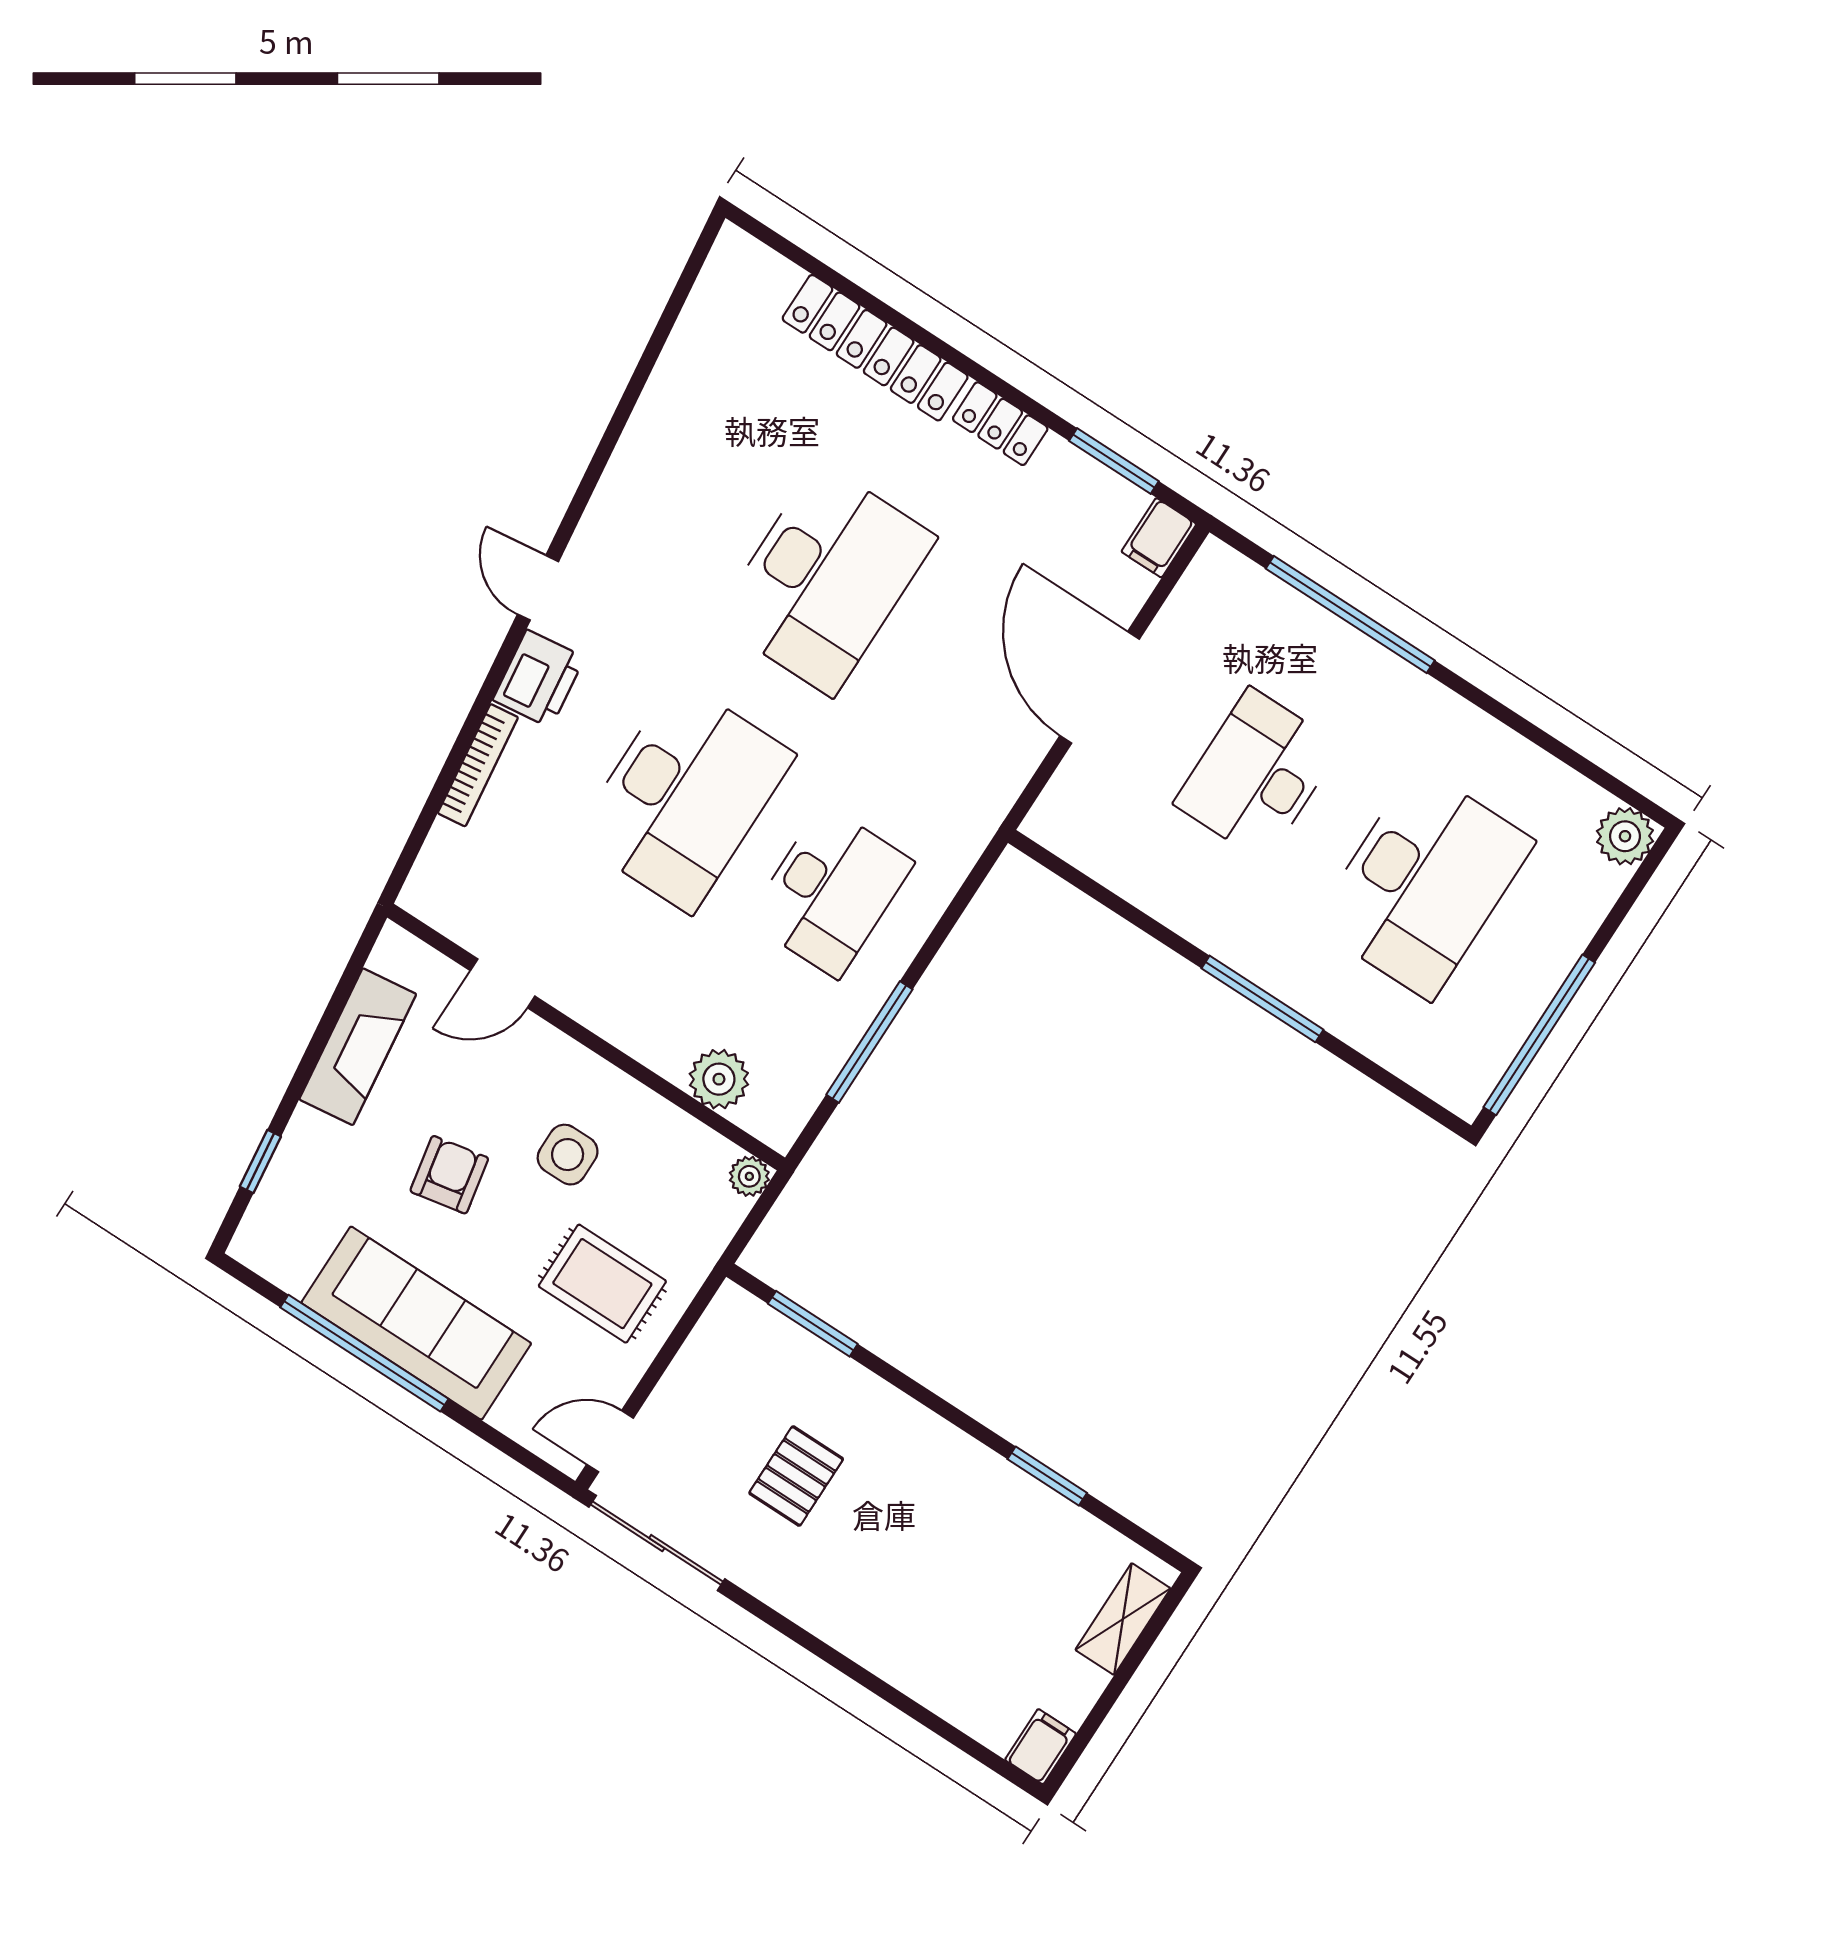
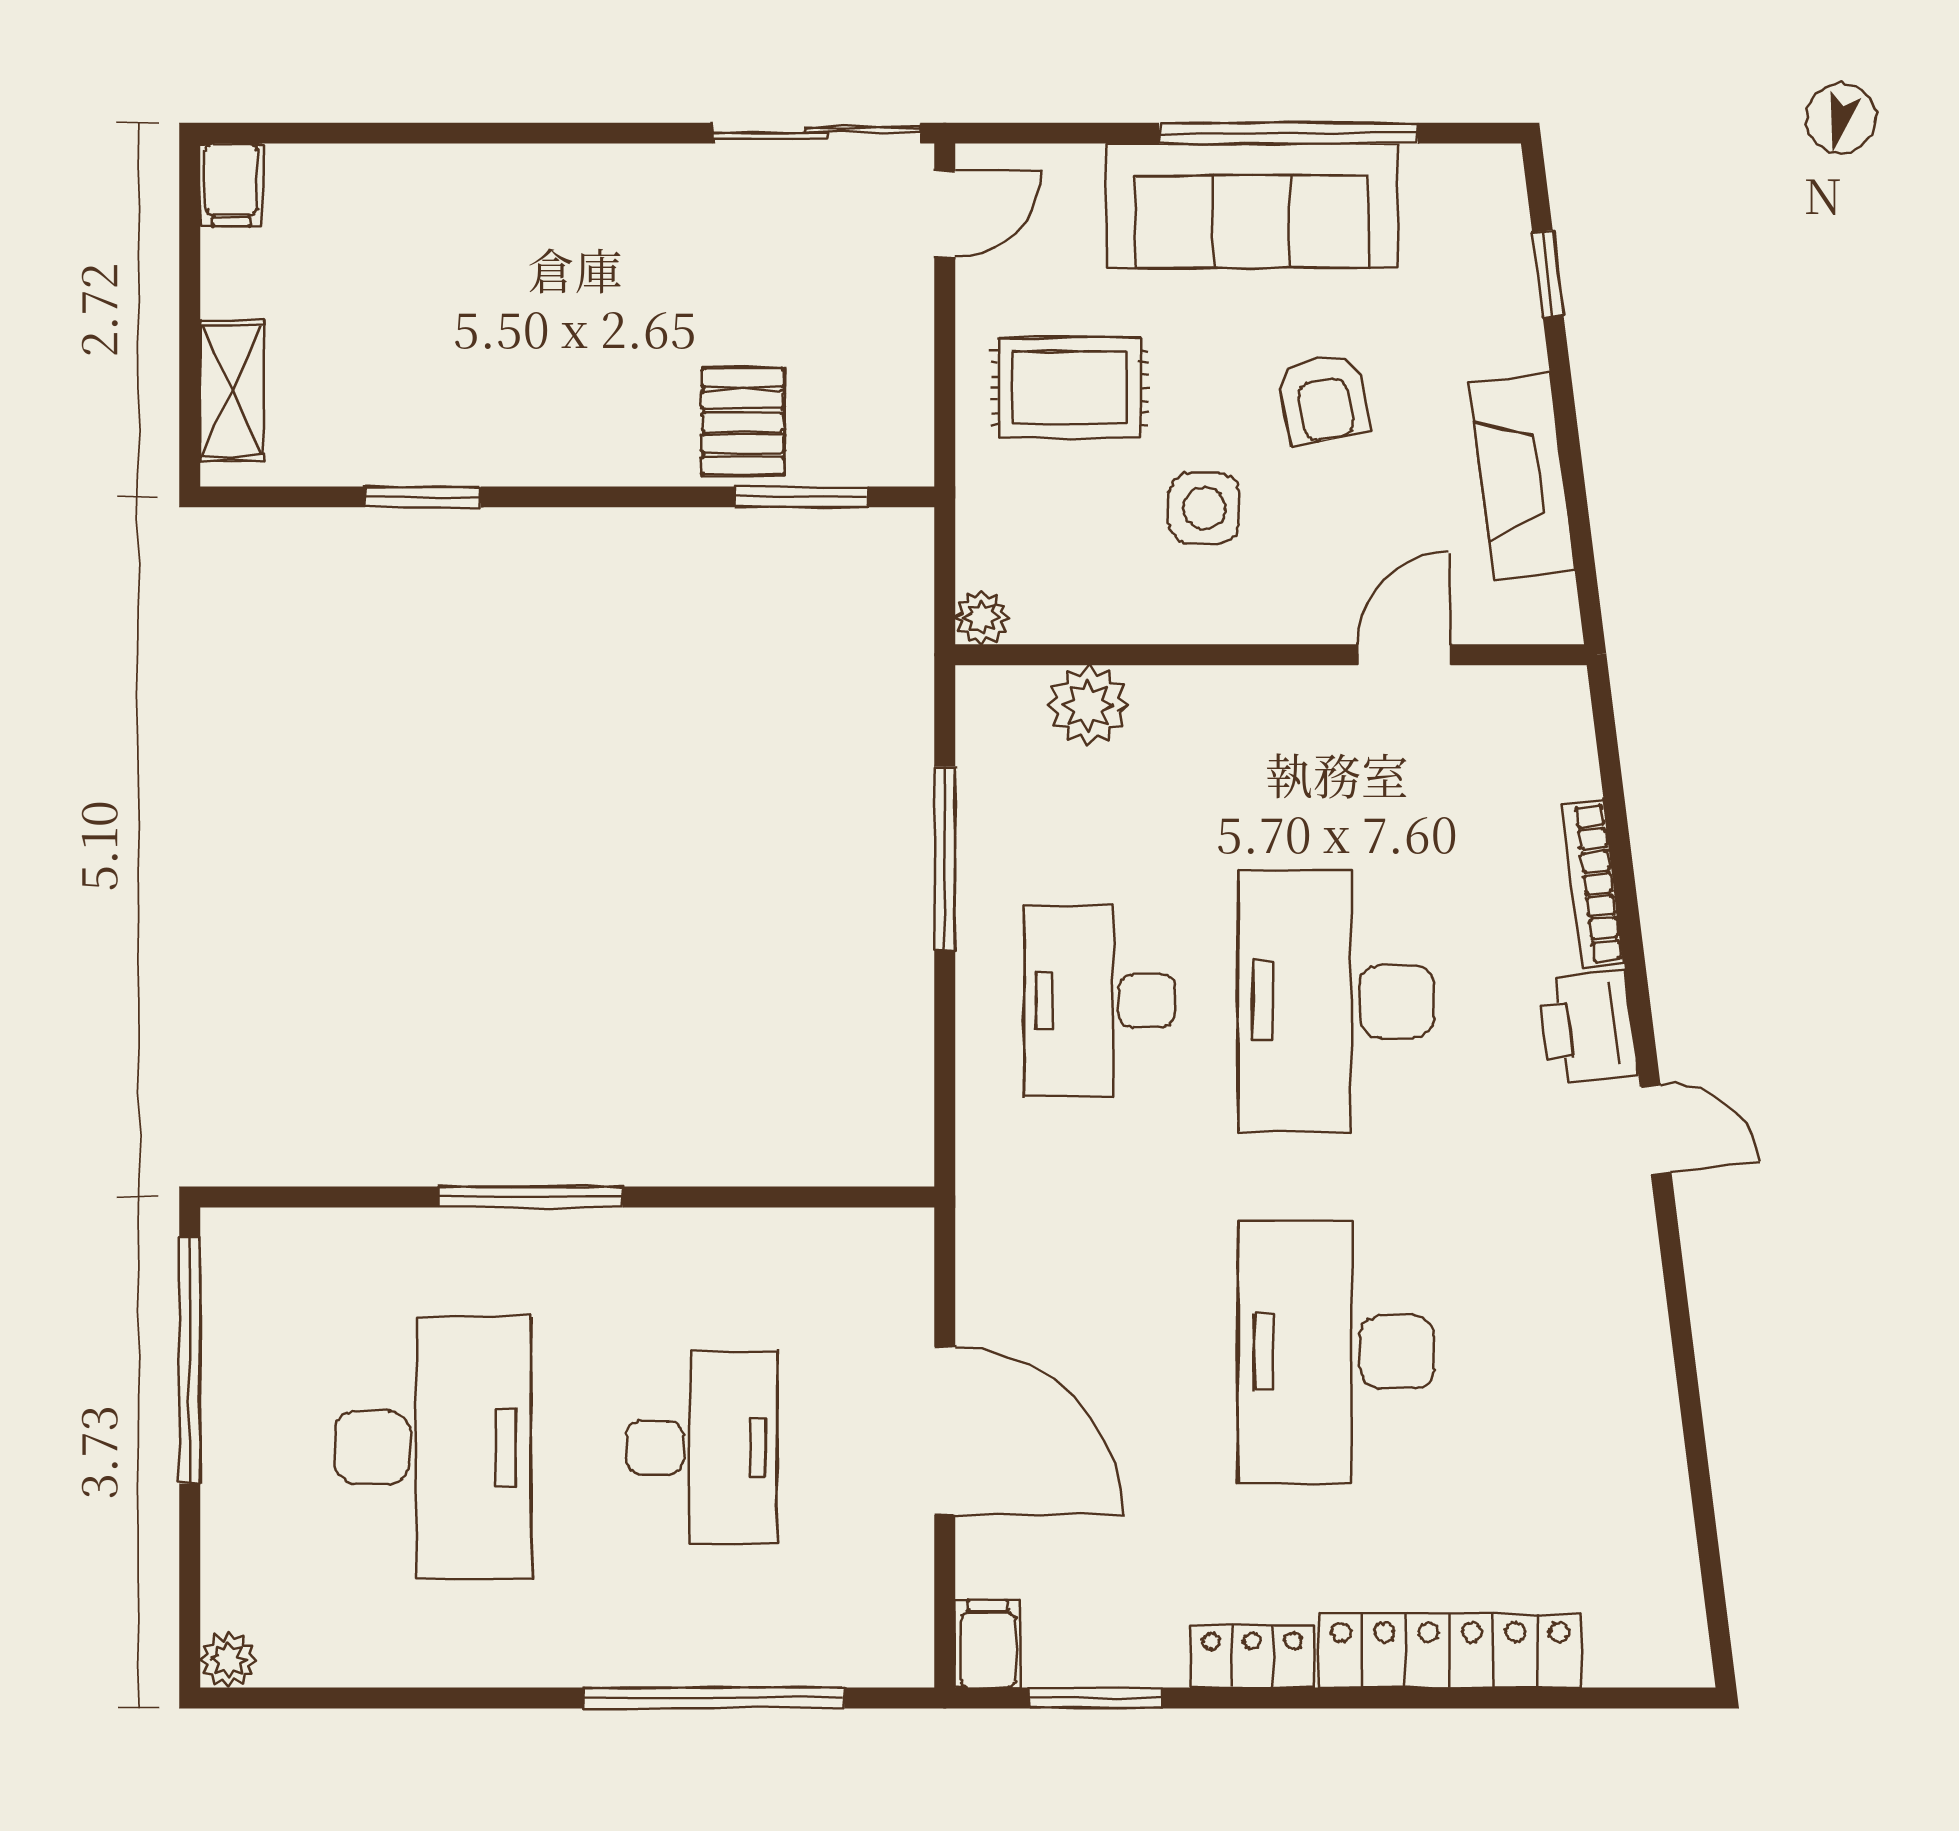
plant: (1625, 836) -> (228, 1660), width x0.73, depth x0.73
desk: (1424, 883) -> (433, 1448), turned 180
pallet: (796, 1476) -> (743, 422), moved

